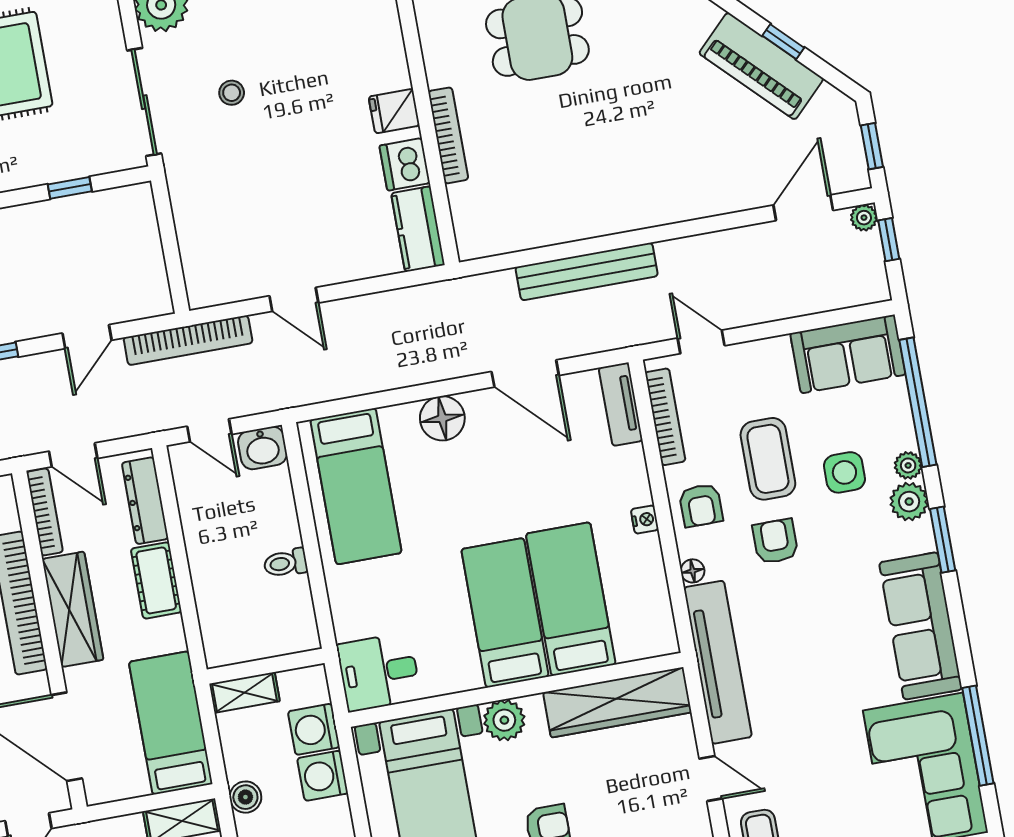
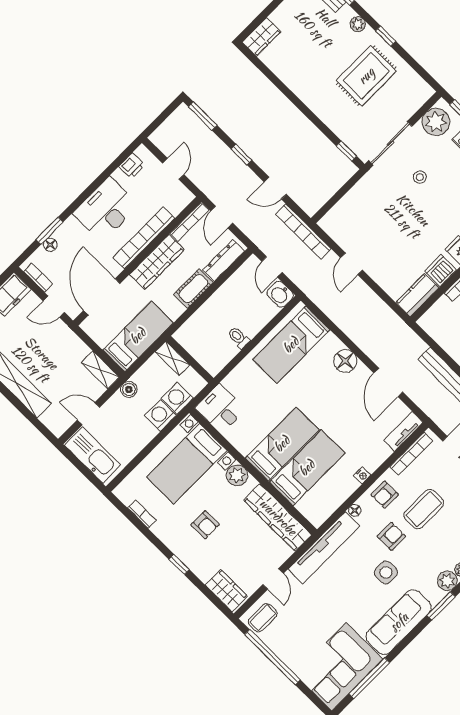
window: (70, 188) -> (346, 151), moved
side table: (844, 472) -> (386, 573), moved

